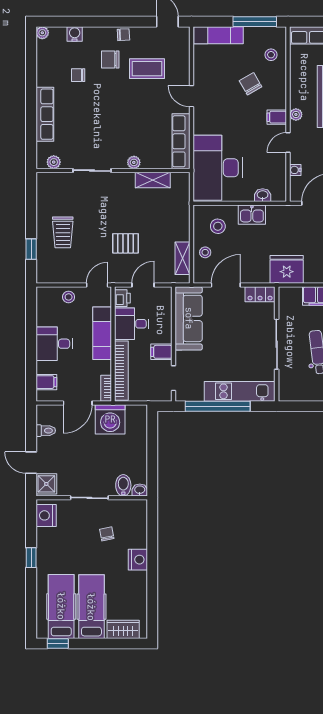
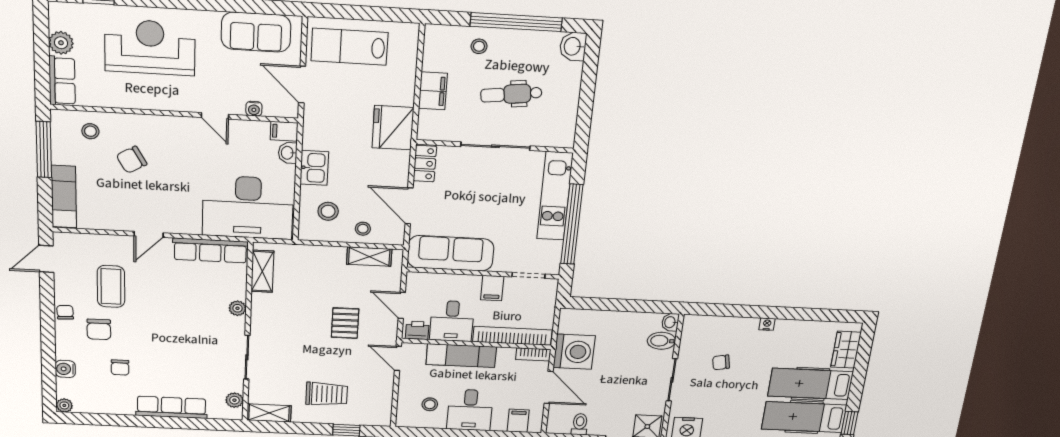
plant: (296, 114) -> (175, 103), removed
filing cabinet: (277, 117) -> (284, 131), moved, turned 90
shelving: (153, 180) -> (262, 271), moved
shelving: (44, 189) -> (269, 413), added
stool: (69, 297) -> (430, 404), moved
nightstand: (138, 560) -> (767, 324), width x0.53, depth x0.56

